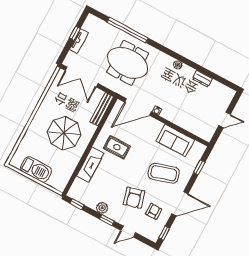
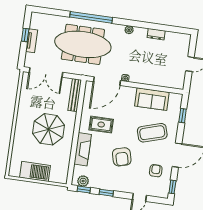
window: (128, 30) -> (91, 17), moved
meeting table: (128, 63) -> (83, 44), width x1.36
armchair: (134, 198) -> (122, 157), moved
plant: (102, 208) -> (83, 181), moved
window: (107, 220) -> (106, 193), moved

